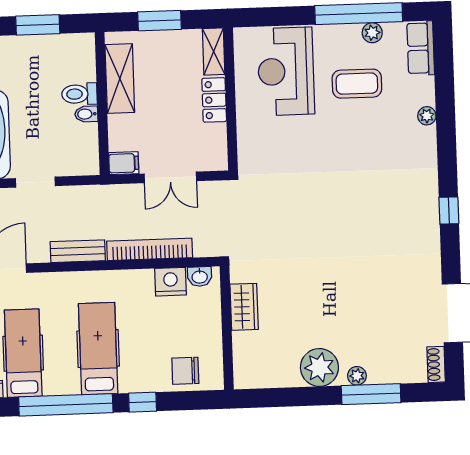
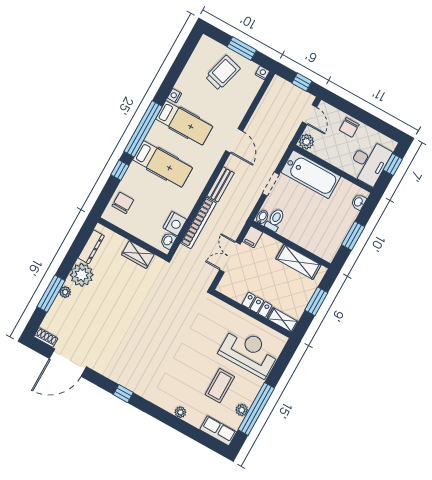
toilet: (79, 94) -> (275, 220), moved
bidet: (86, 114) -> (262, 217), moved
dresser: (273, 378) -> (91, 247), added

